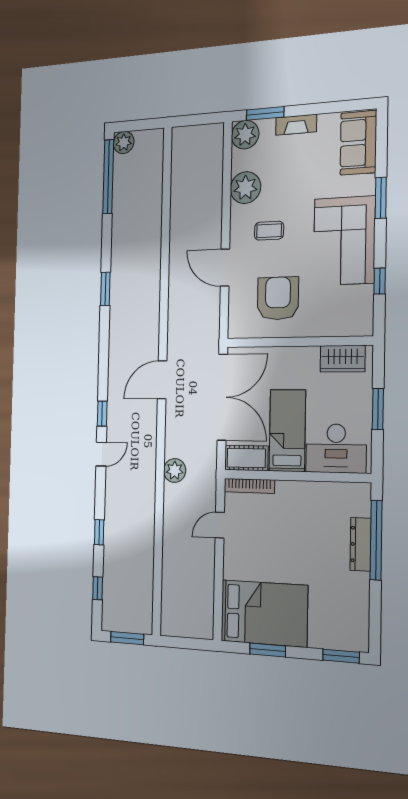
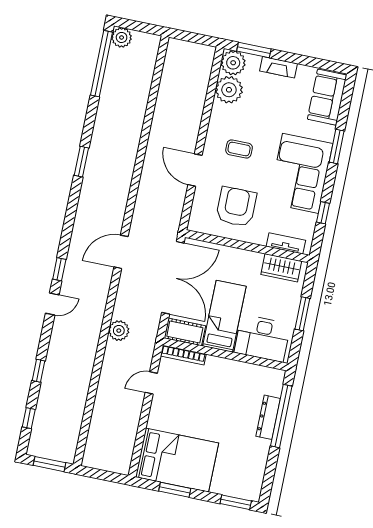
plant: (245, 188) -> (229, 90), moved
tv unit: (343, 328) -> (286, 243), added

